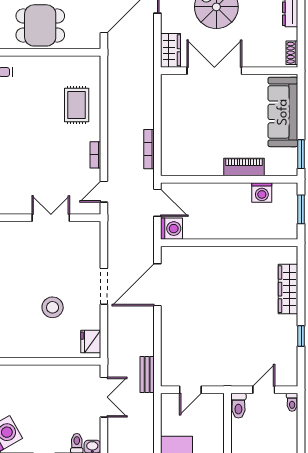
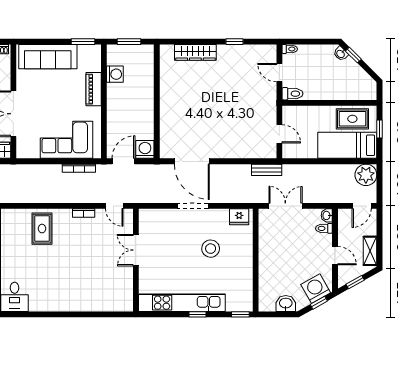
rug: (77, 105) -> (42, 229), turned 90
corner sofa: (183, 134) -> (67, 140), added

